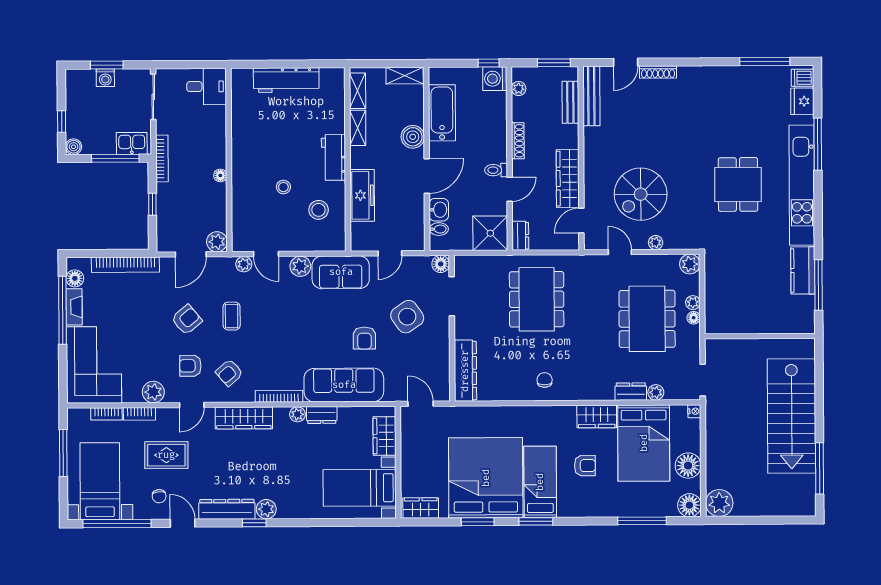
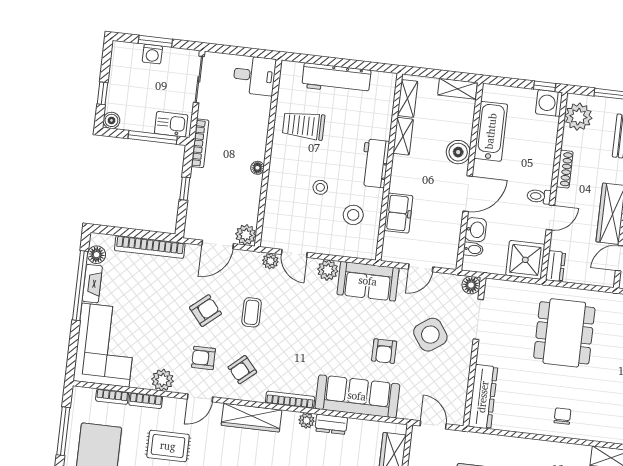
plant: (519, 88) -> (578, 117), width x1.88, depth x1.88
trolley: (260, 129) -> (304, 126), added
freezer: (362, 195) -> (398, 213), width x0.71

